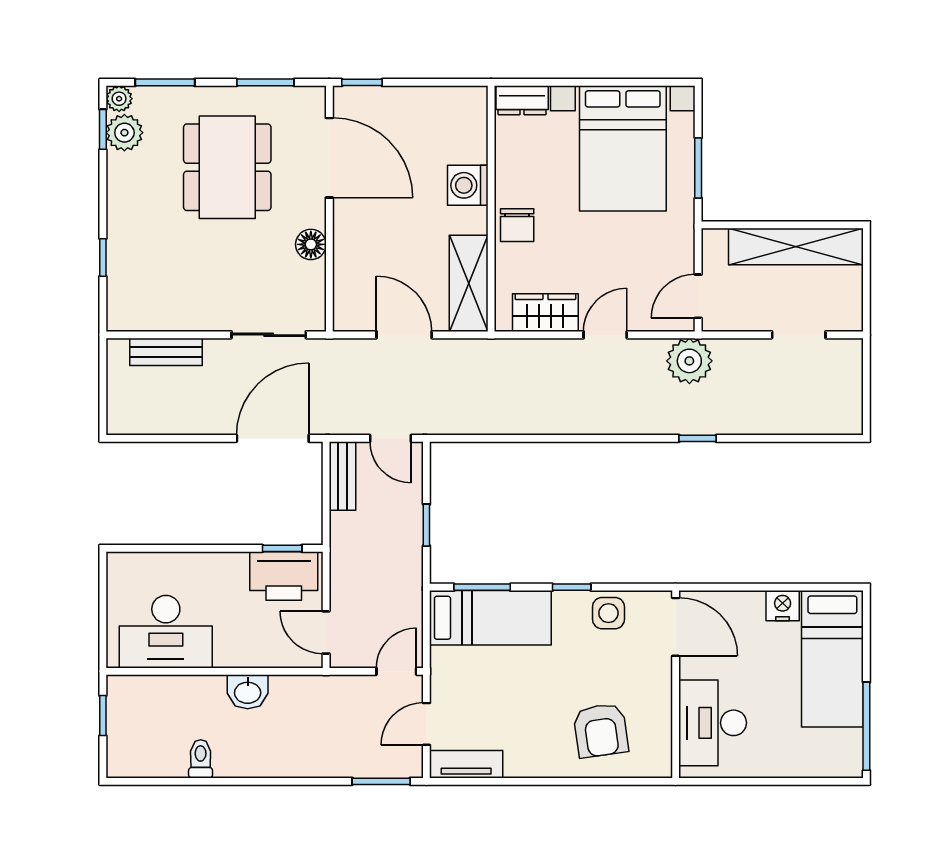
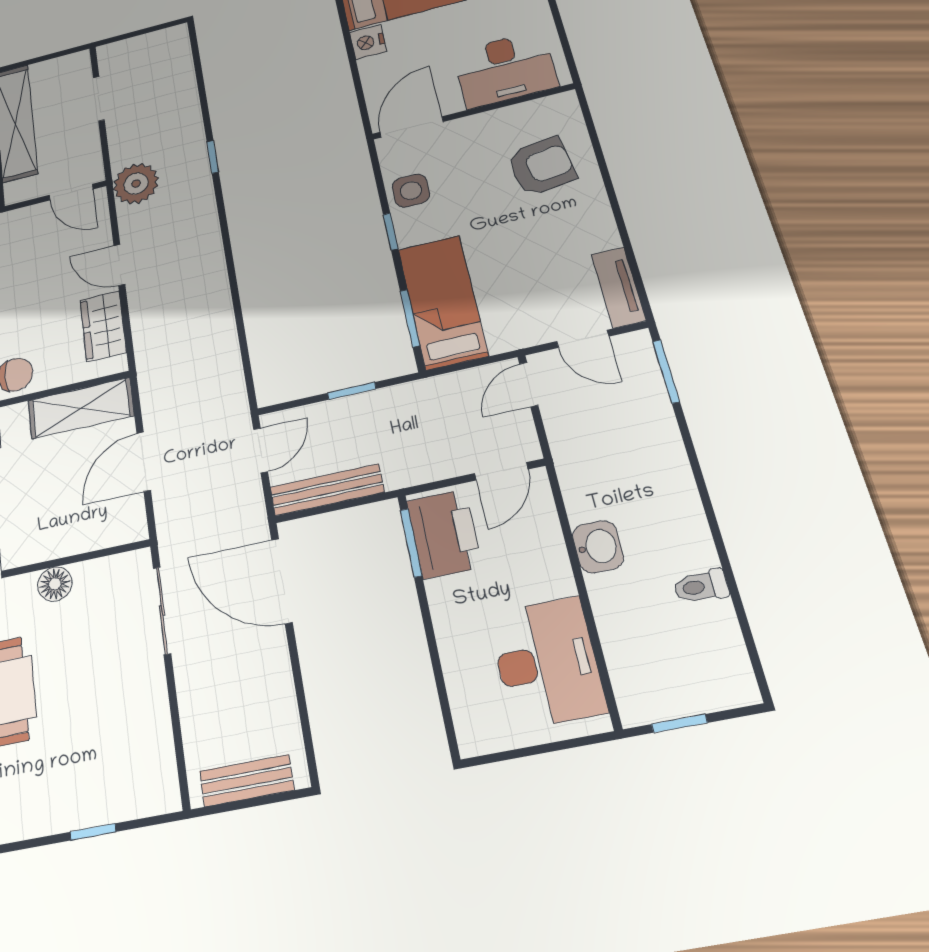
bench: (166, 352) -> (247, 781), moved, turned 90
bench: (342, 476) -> (327, 490), width x1.36
window: (282, 548) -> (411, 543), width x1.50
door: (396, 671) -> (529, 385), hinge flipped

